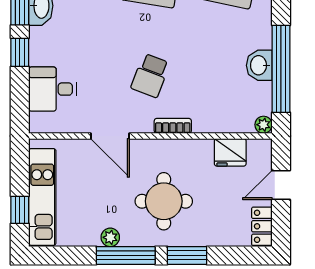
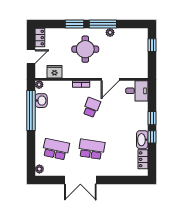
washbasin: (259, 65) -> (41, 101), moved
desk: (52, 89) -> (137, 91), moved
door: (110, 136) -> (110, 79), swing flipped
kitchen unit: (42, 197) -> (142, 51), removed

